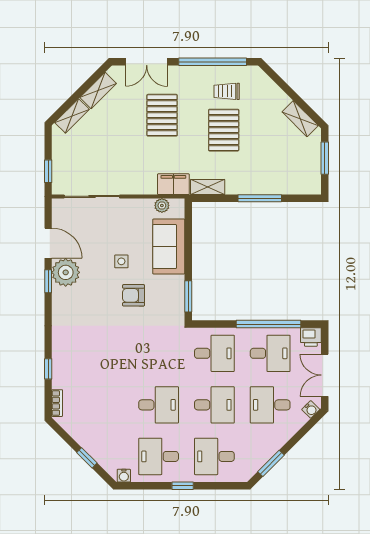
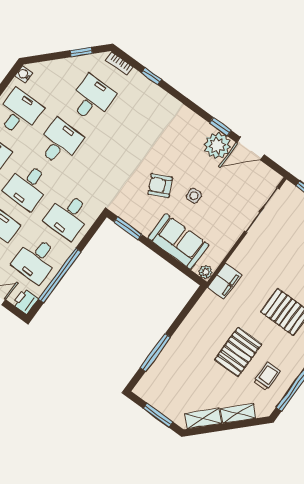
pallet: (224, 130) -> (238, 352), turned 90
shelving: (208, 187) -> (238, 413), moved, turned 45
window: (260, 198) -> (155, 353), moved
plant: (162, 205) -> (206, 272), moved
armchair: (133, 295) -> (160, 186), turned -116
desk: (103, 405) -> (92, 98), added
desk: (159, 405) -> (60, 142), turned 180
window: (87, 458) -> (81, 52), moved

